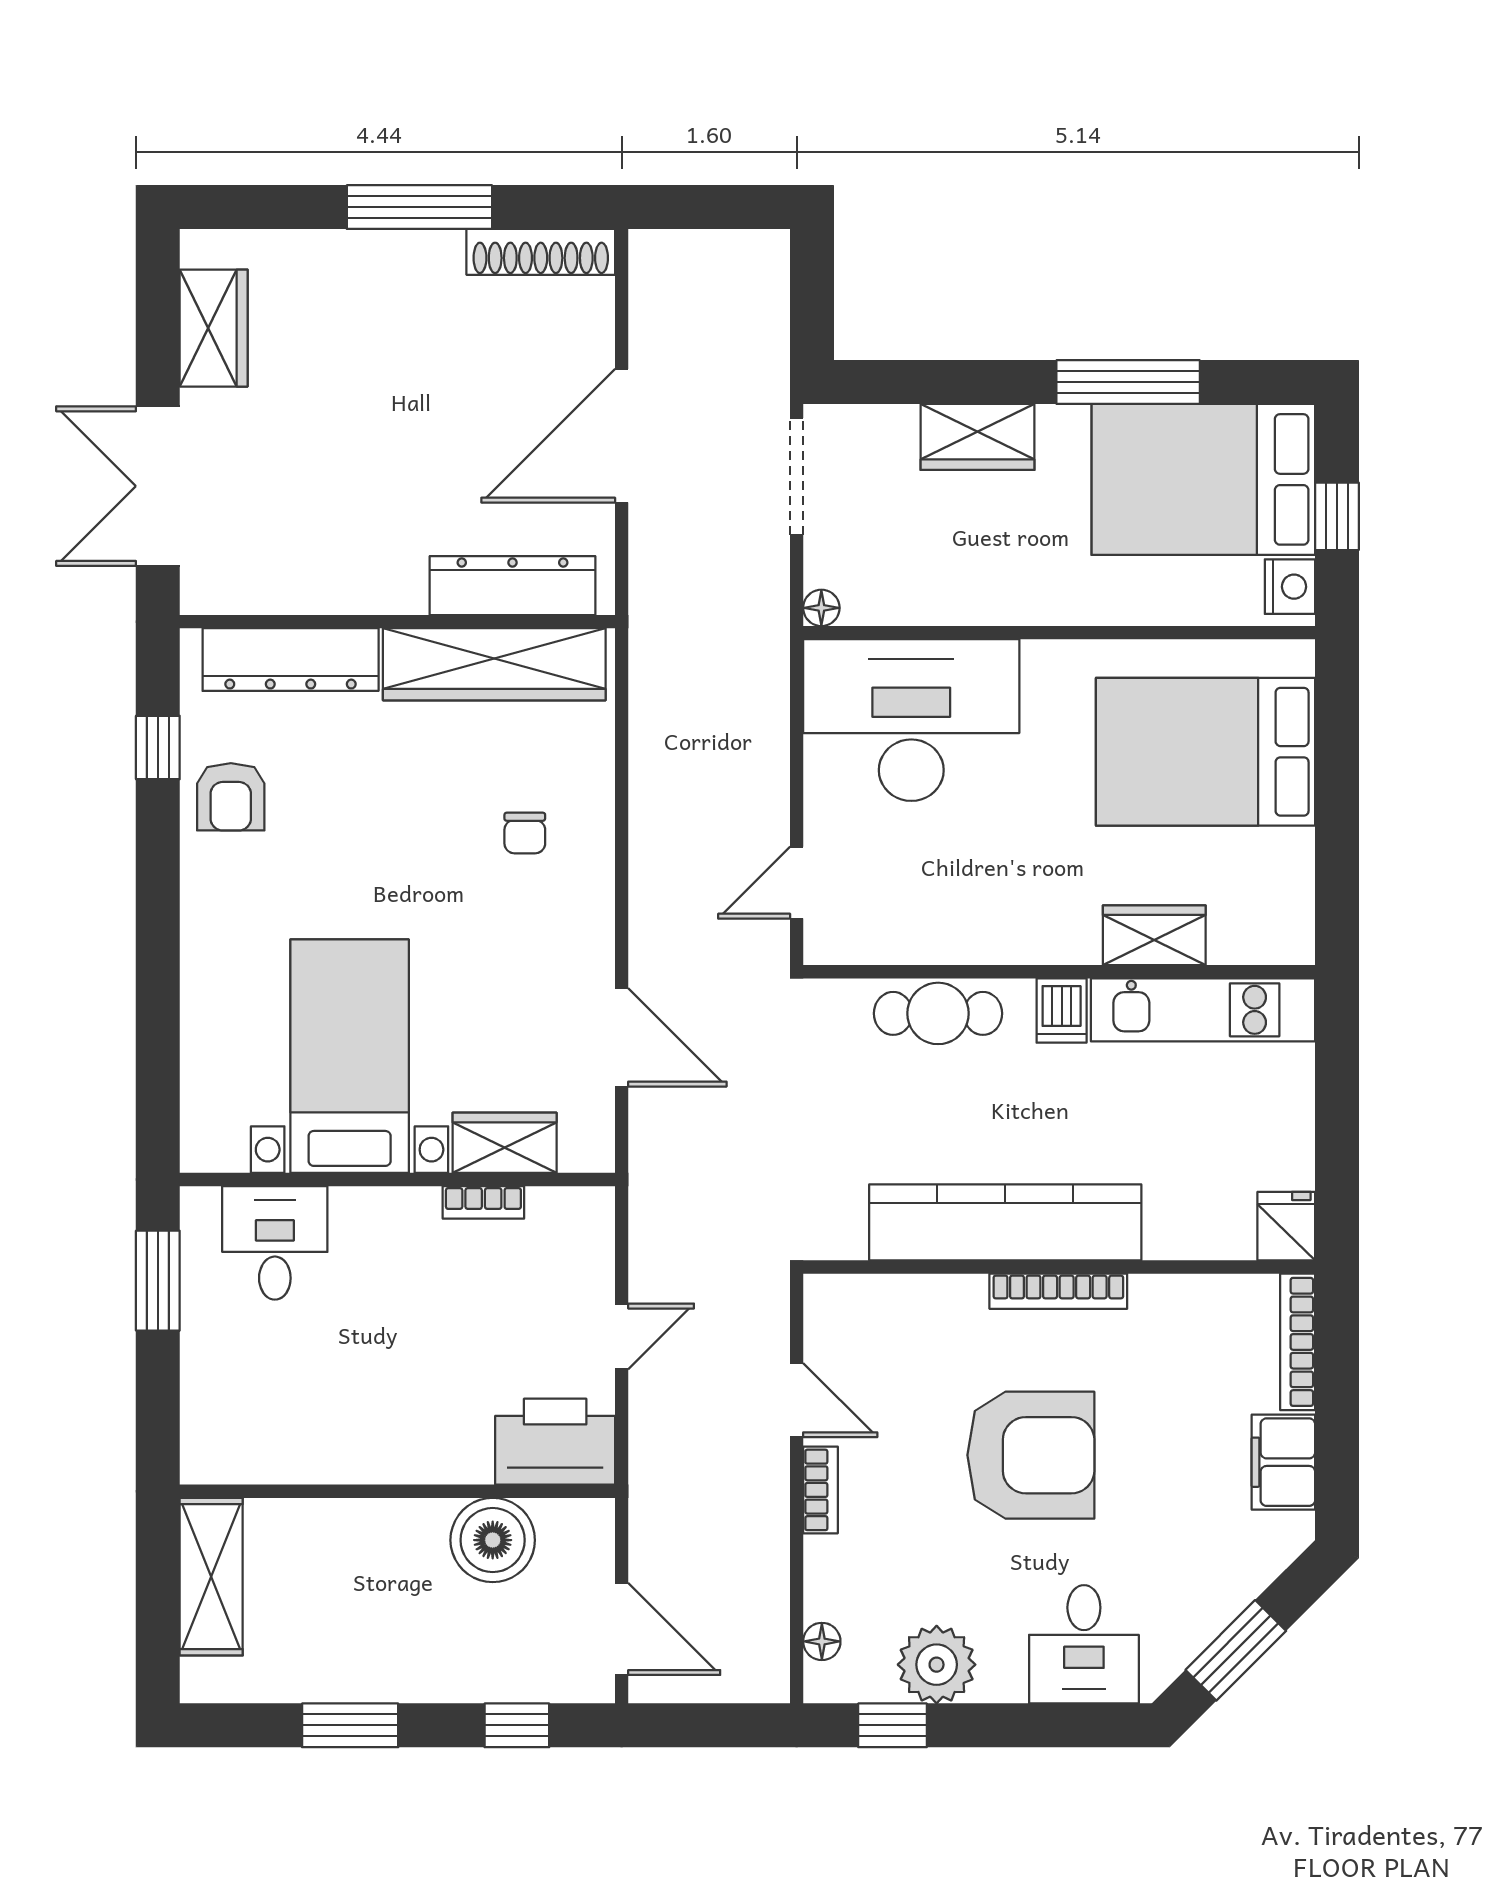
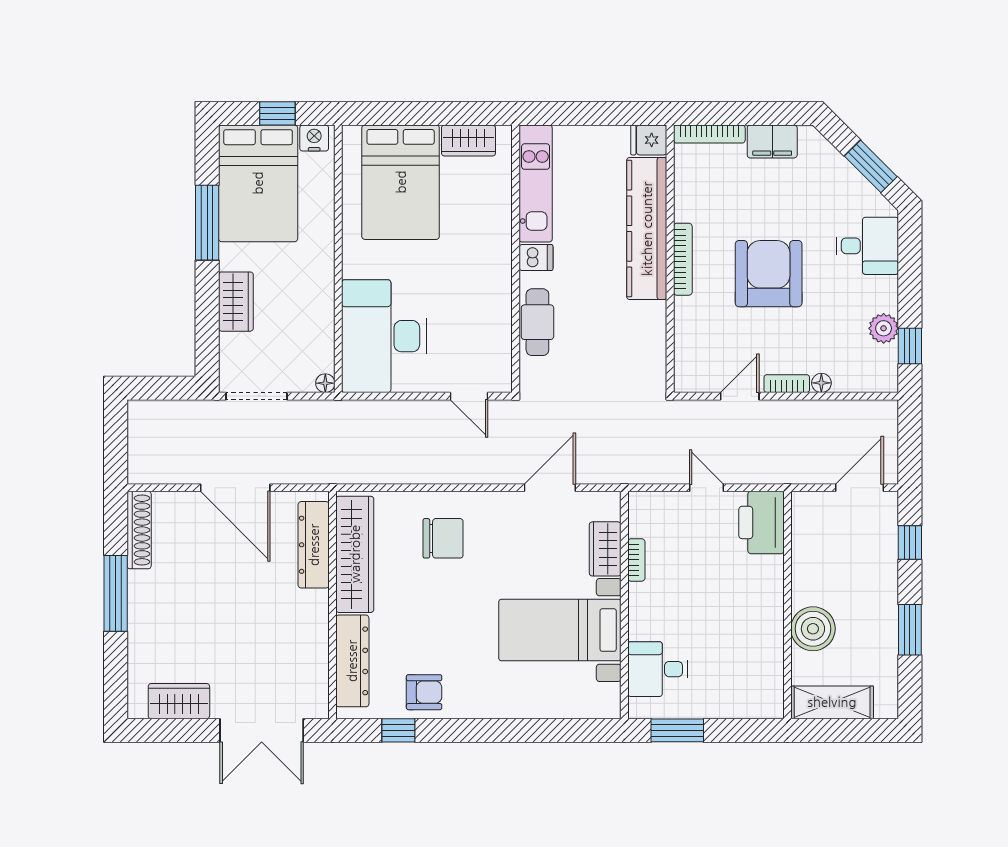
chair: (525, 833) -> (443, 538), width x1.87, depth x1.87
wardrobe: (1154, 935) -> (468, 140), moved, turned -90
kitchen counter: (1005, 1222) -> (647, 229), moved
boiler: (493, 1540) -> (813, 629), moved
floor lamp: (822, 1641) -> (821, 383), moved
plant: (937, 1665) -> (884, 328), width x0.73, depth x0.73

